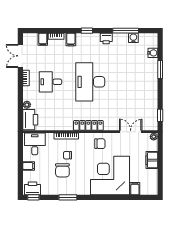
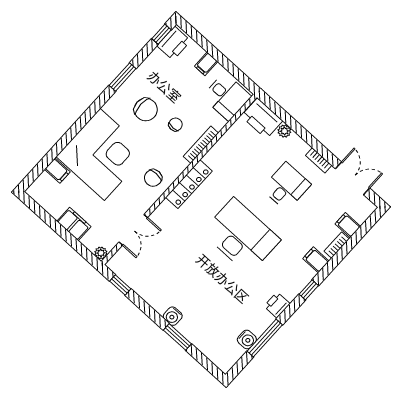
water cooler: (153, 53) -> (173, 316), moved
chair: (62, 170) -> (146, 110), moved, turned 180

